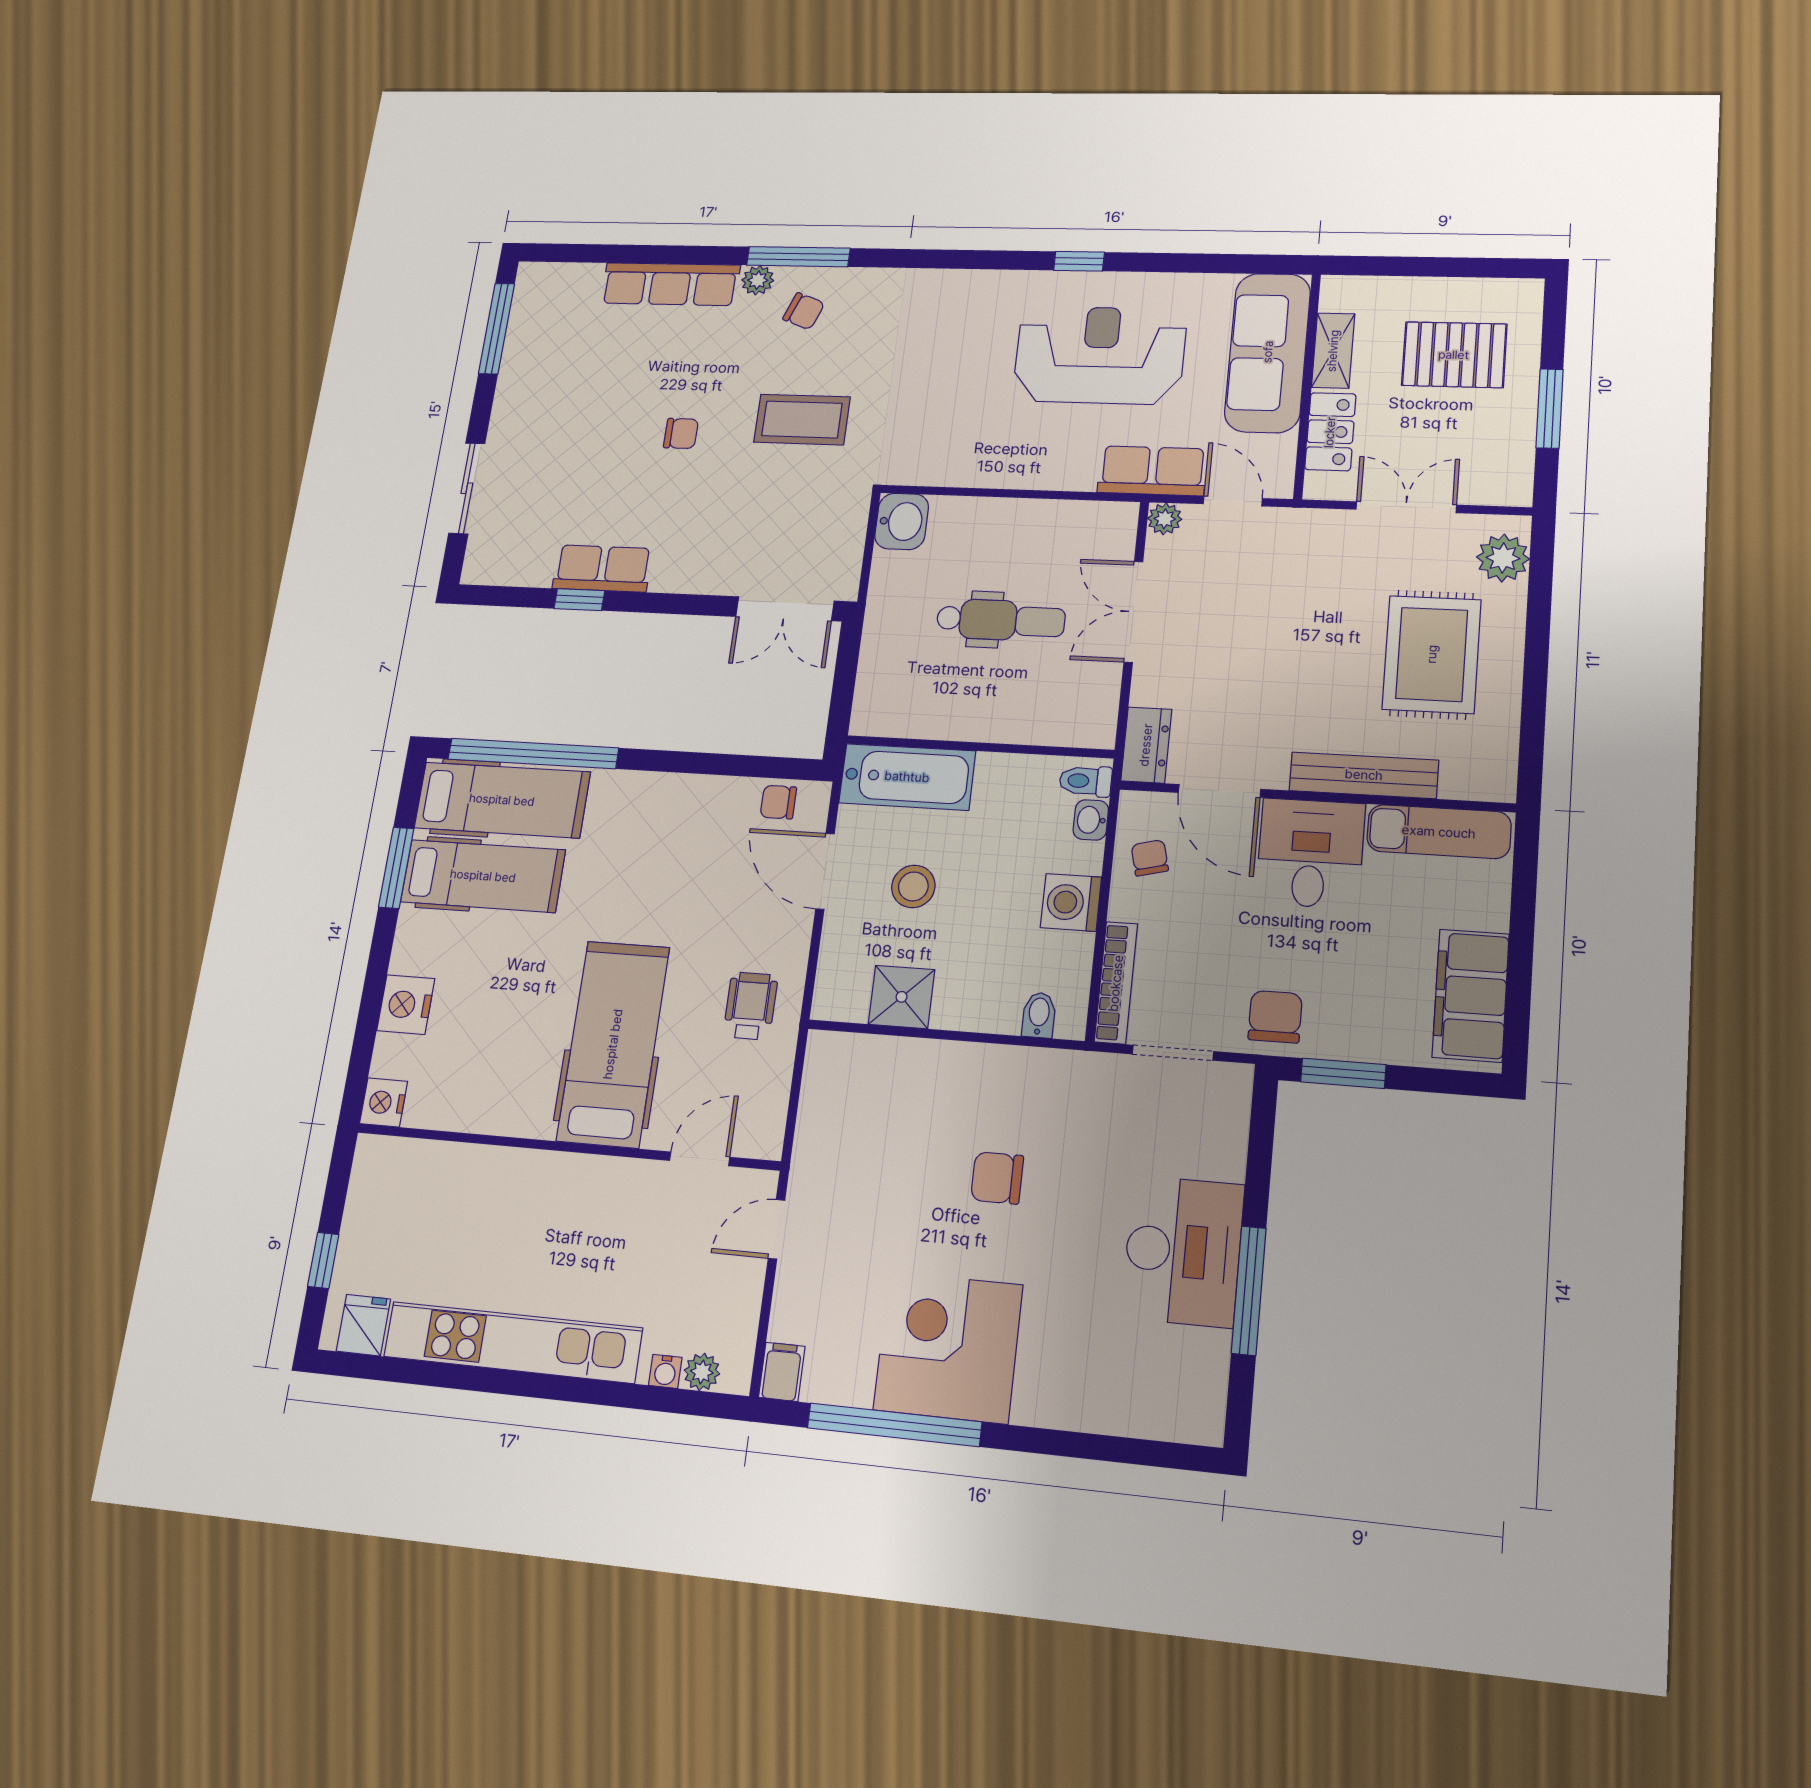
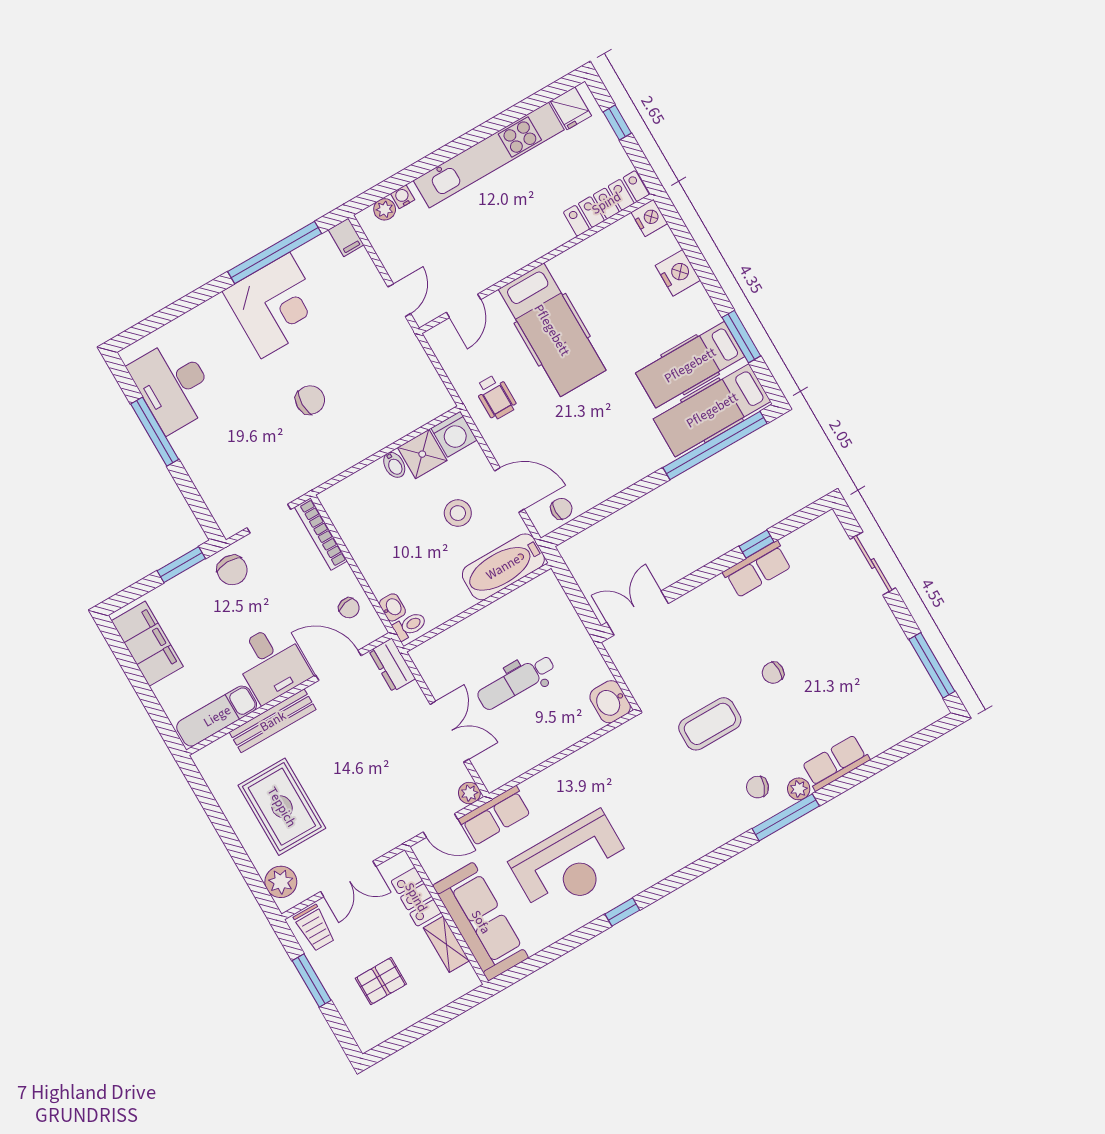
row of seats: (670, 284) -> (836, 763), width x0.68
pallet: (1454, 355) -> (381, 981), width x0.67, depth x0.71
trolley: (1498, 472) -> (315, 928), added
washing machine: (1071, 902) -> (454, 434), moved, turned 90
bidet: (1039, 1015) -> (394, 465), moved
locker: (420, 1162) -> (606, 203), added
desk: (1183, 1251) -> (173, 386), moved

